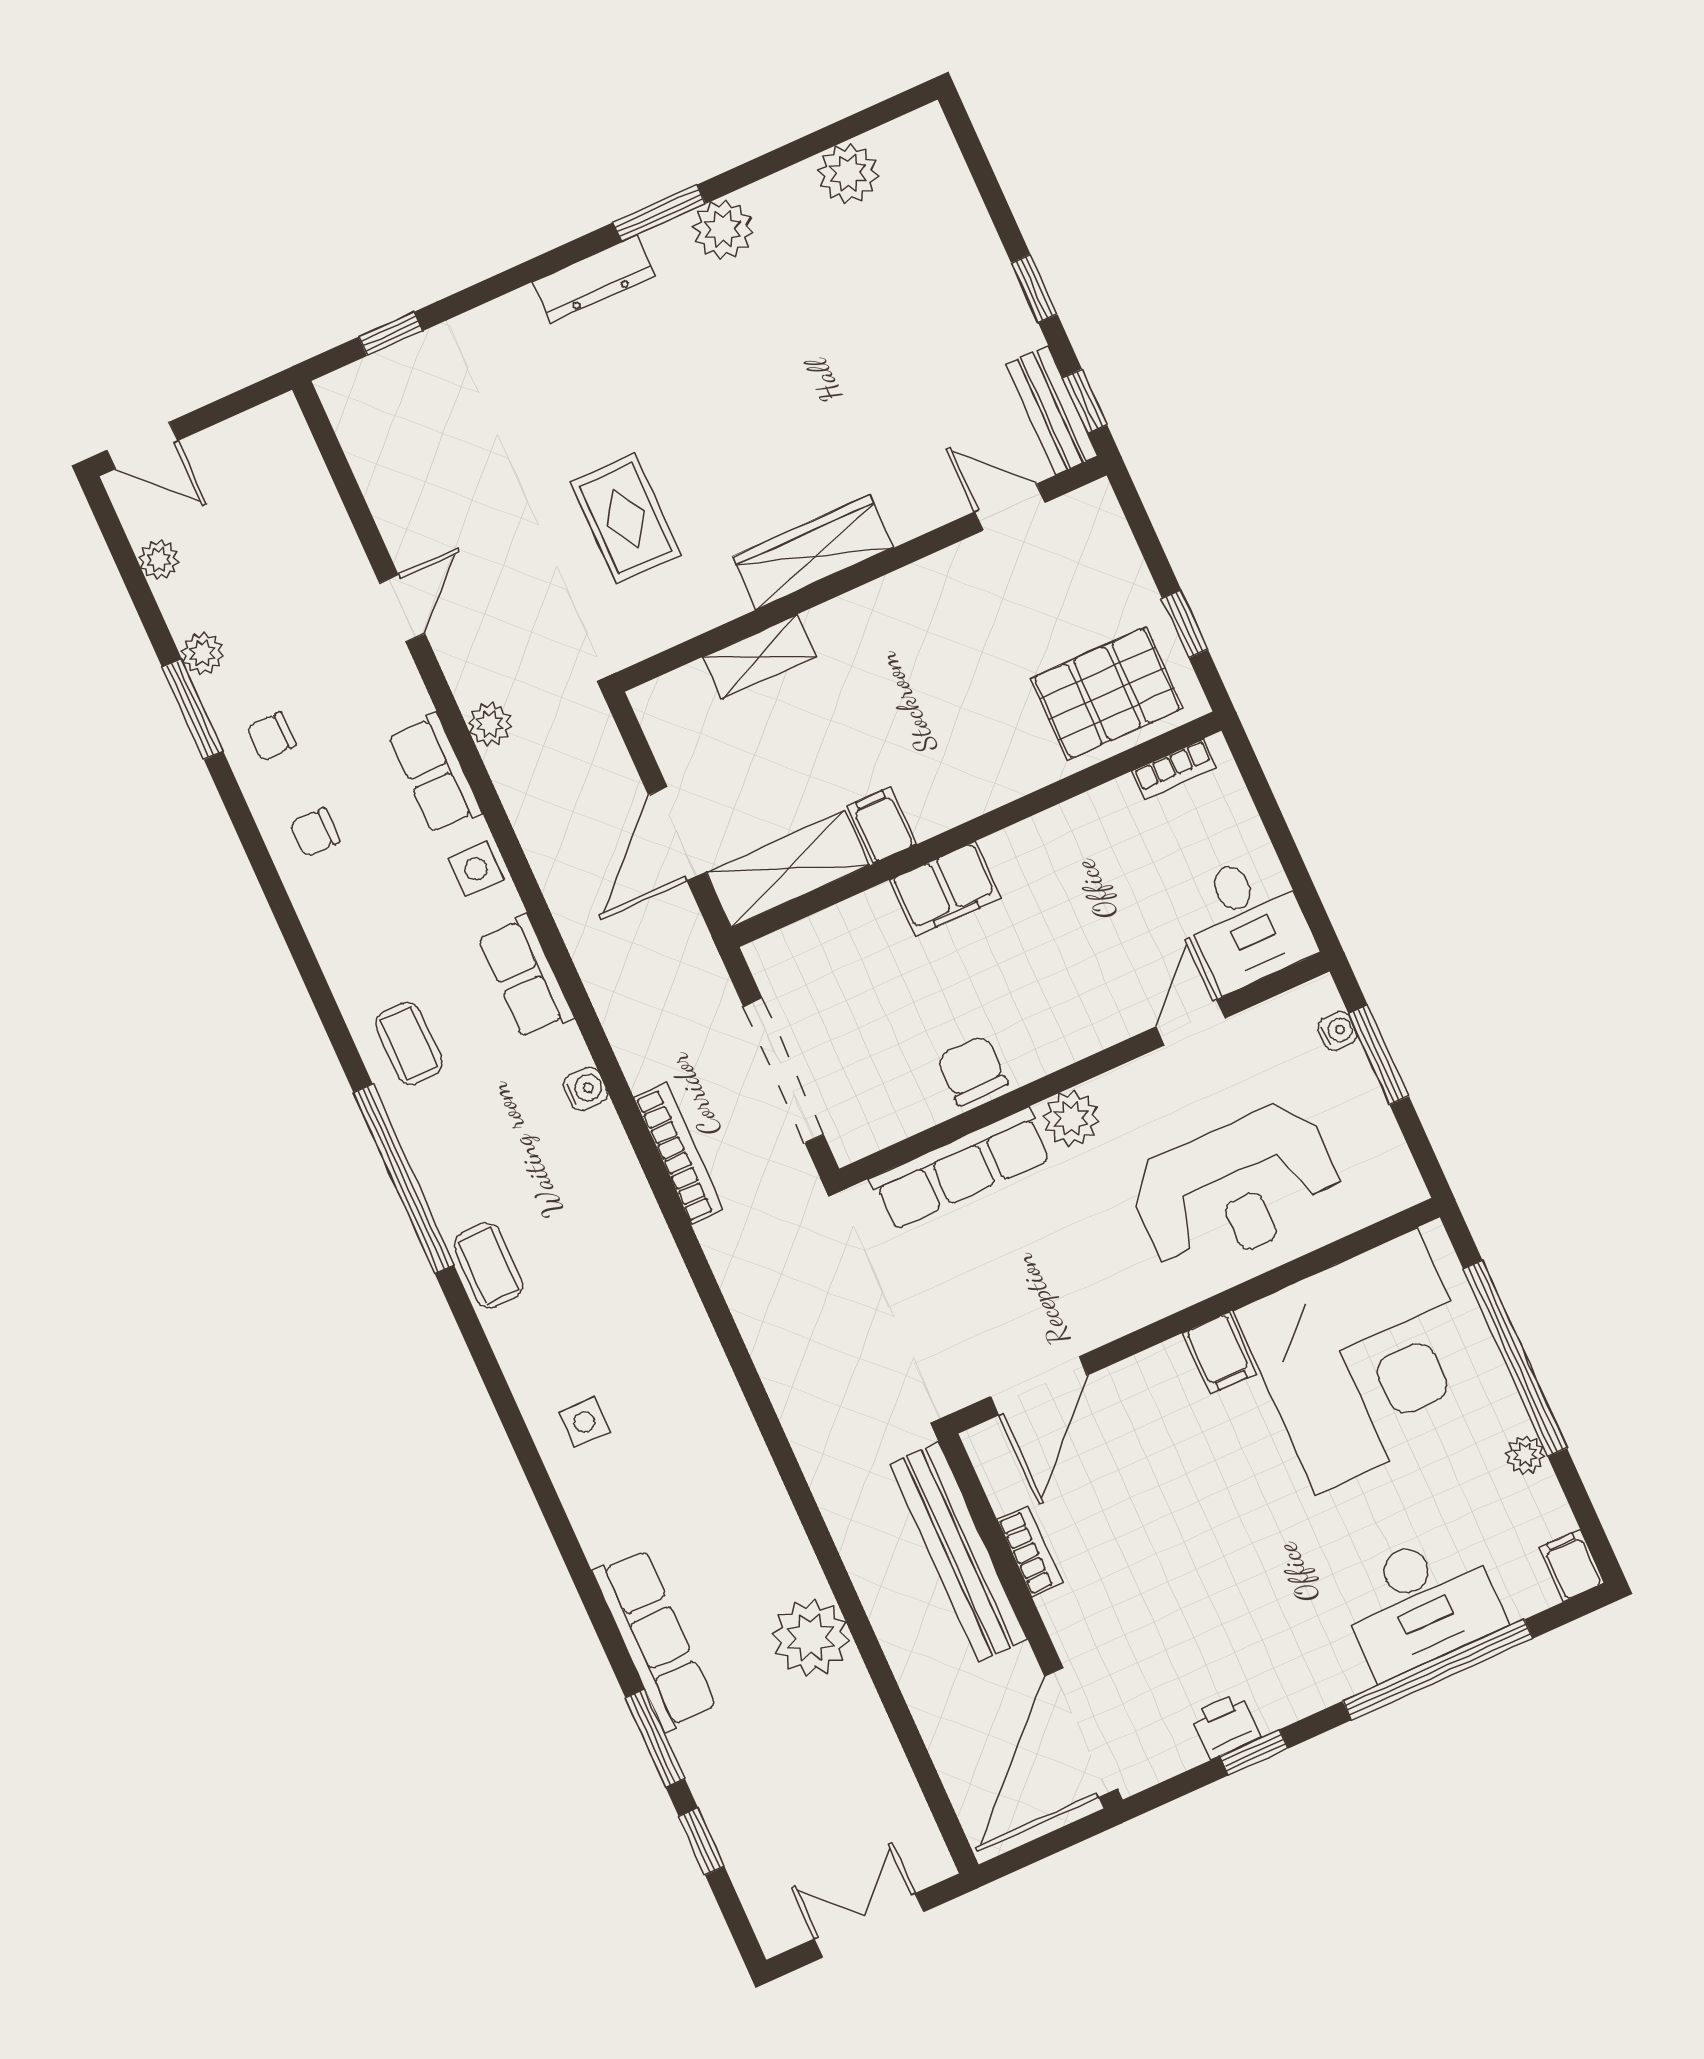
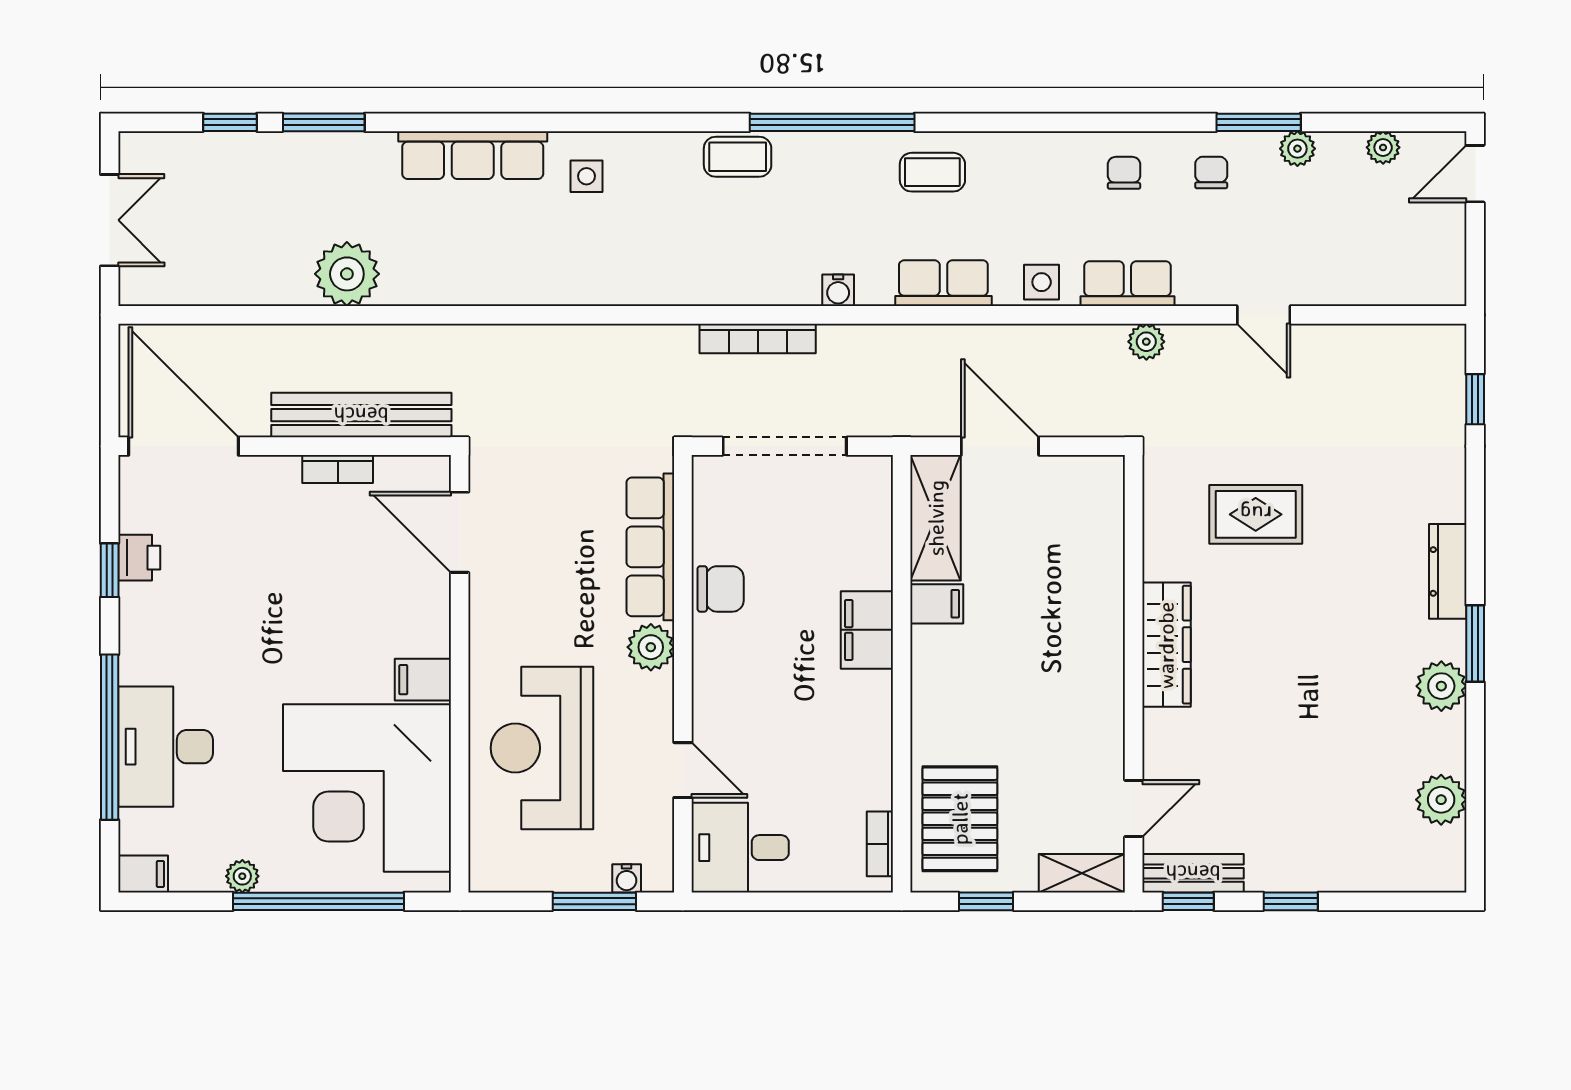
shelving: (759, 657) -> (1082, 873), moved, turned 90
row of seats: (654, 1640) -> (473, 155), moved

